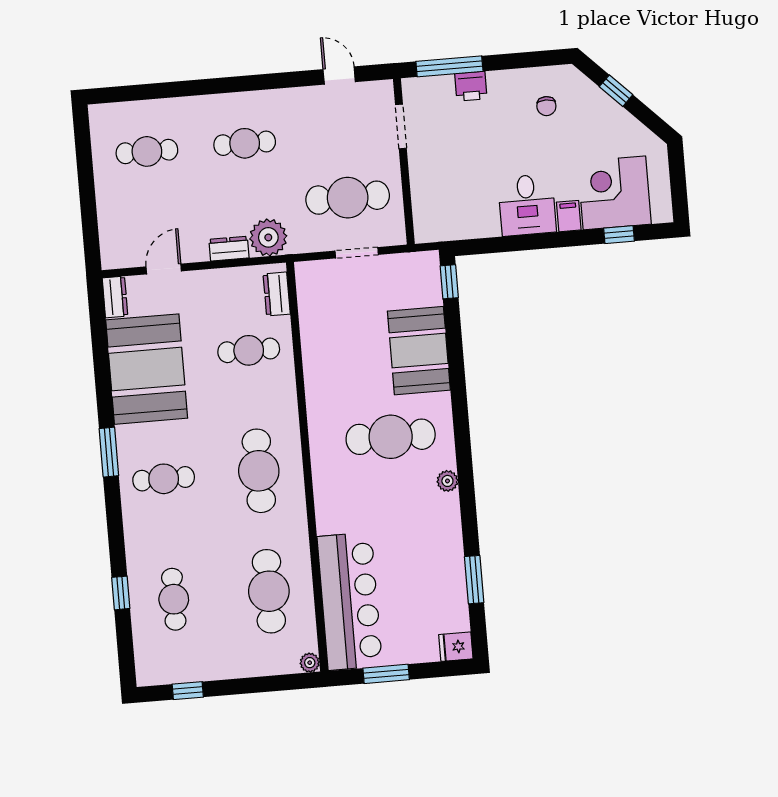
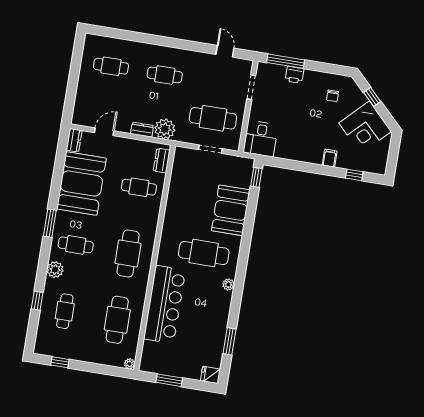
corner desk: (614, 193) -> (365, 127), moved, turned -135
desk: (527, 205) -> (261, 139), moved
plant: (139, 531) -> (55, 270), added
bar counter: (350, 601) -> (165, 304), moved

